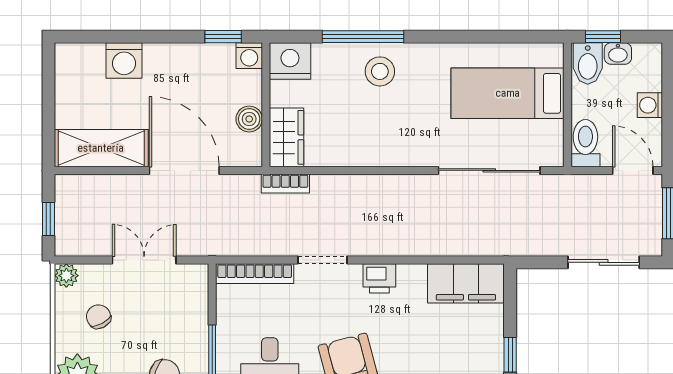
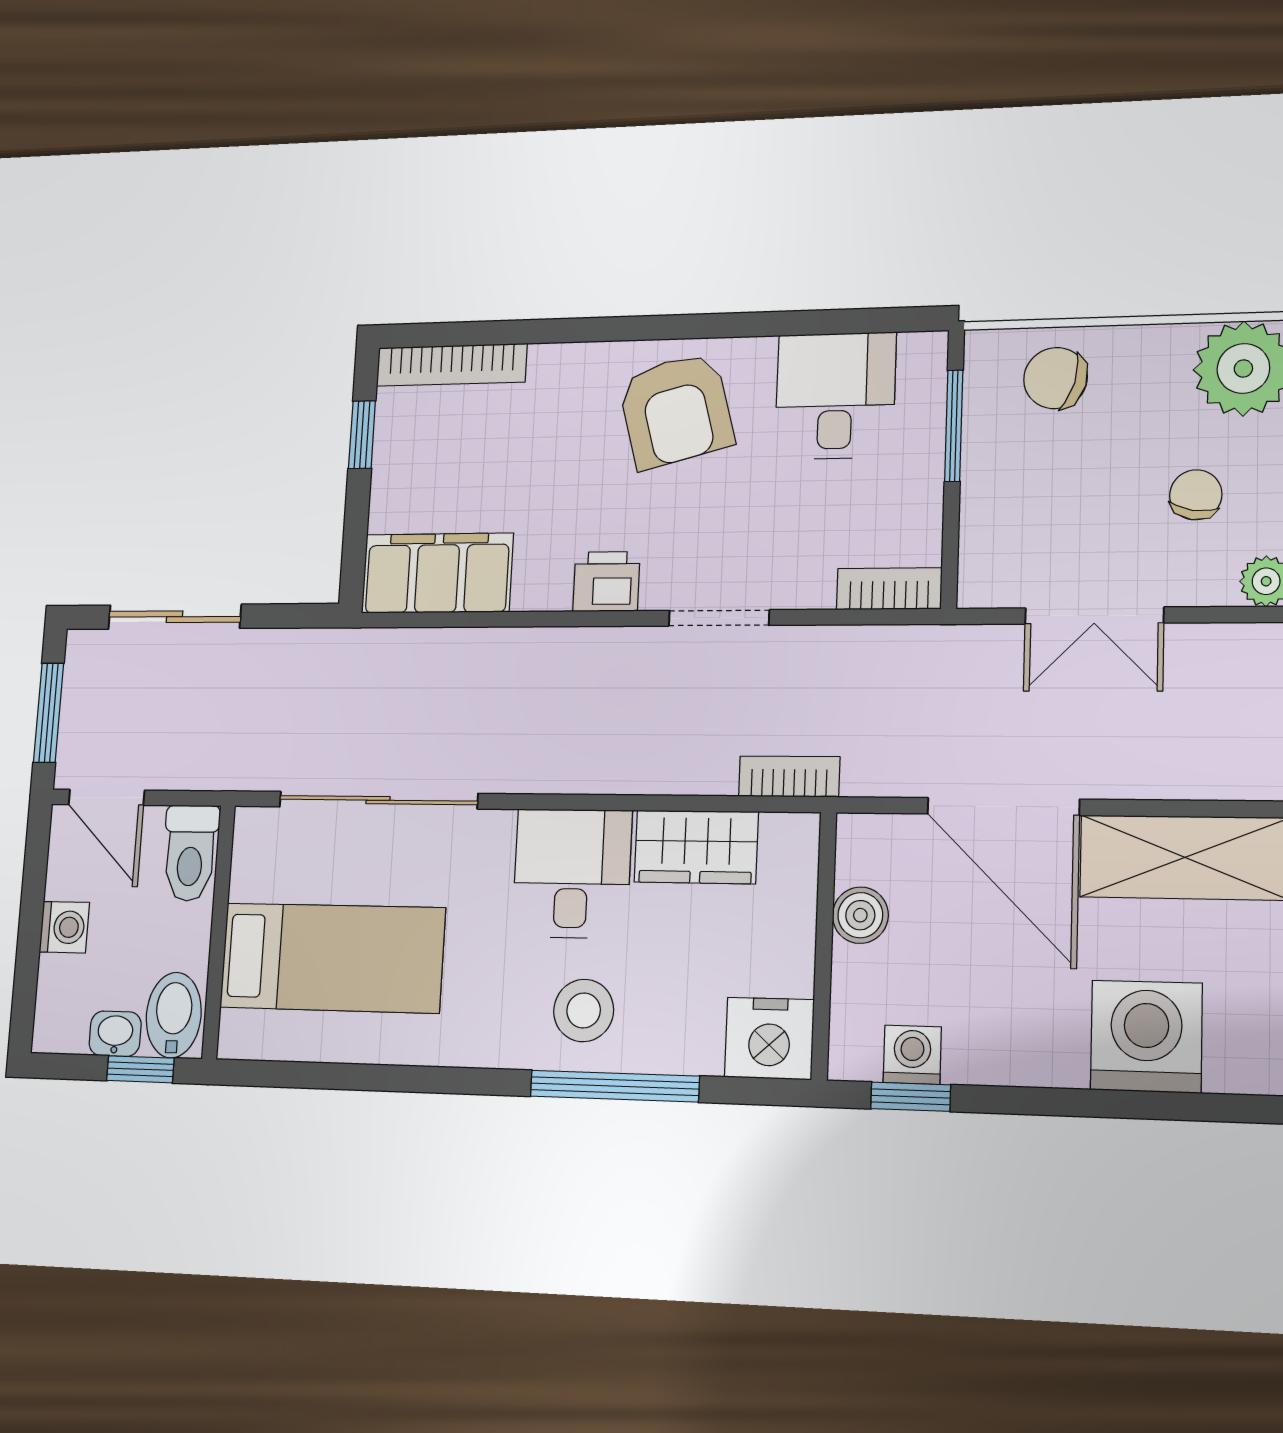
washing machine: (249, 56) -> (912, 1055), moved
washing machine: (124, 60) -> (1146, 1036), width x1.37, depth x1.37
desk: (389, 136) -> (572, 873), added
wardrobe: (287, 137) -> (696, 847), moved, turned -90
bookcase: (255, 274) -> (889, 589), width x0.64
chair: (99, 317) -> (1196, 495), turned -143

